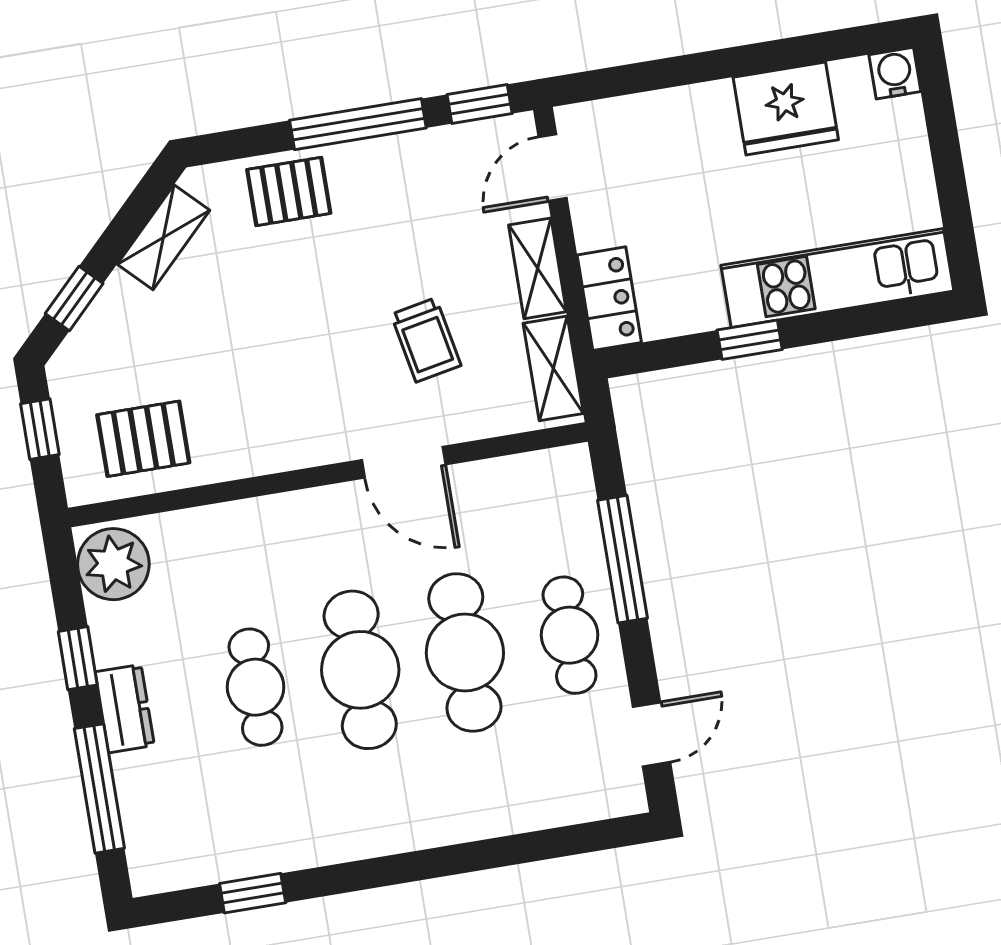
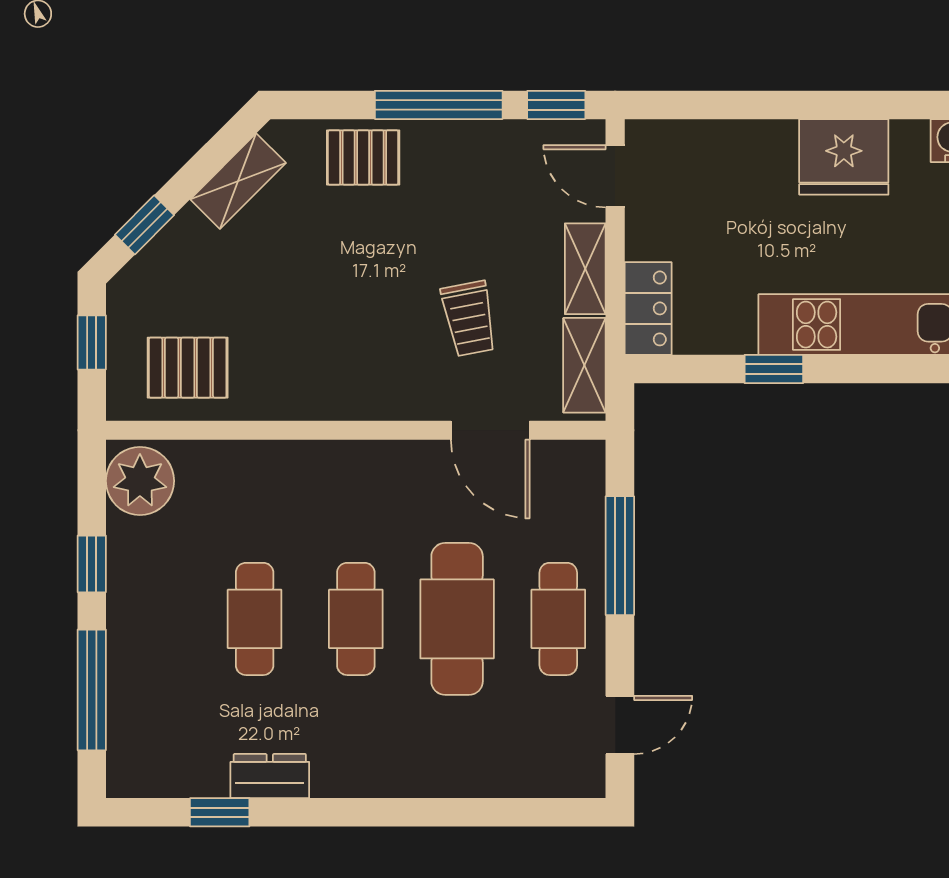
door: (553, 168) -> (615, 176), hinge flipped
door: (404, 462) -> (490, 430), moved
cafe table: (360, 670) -> (356, 619), width x0.73, depth x0.74
dresser: (125, 709) -> (270, 776), moved, turned -90

